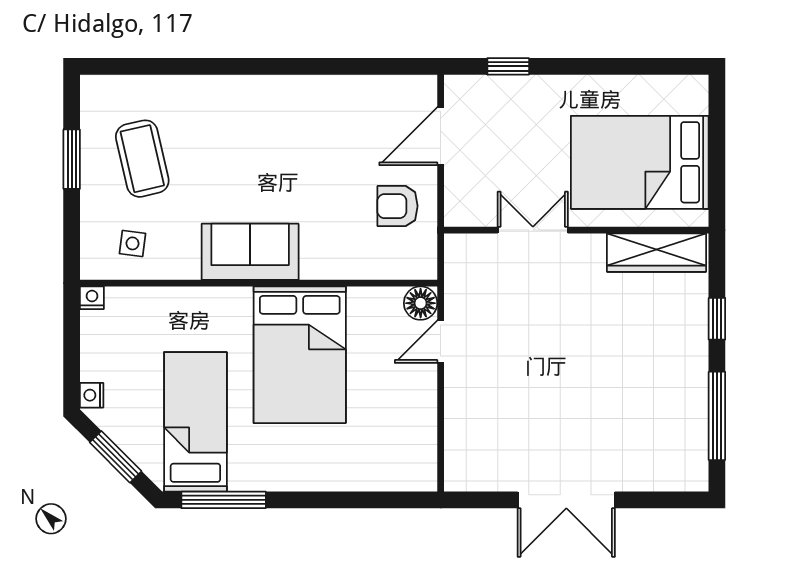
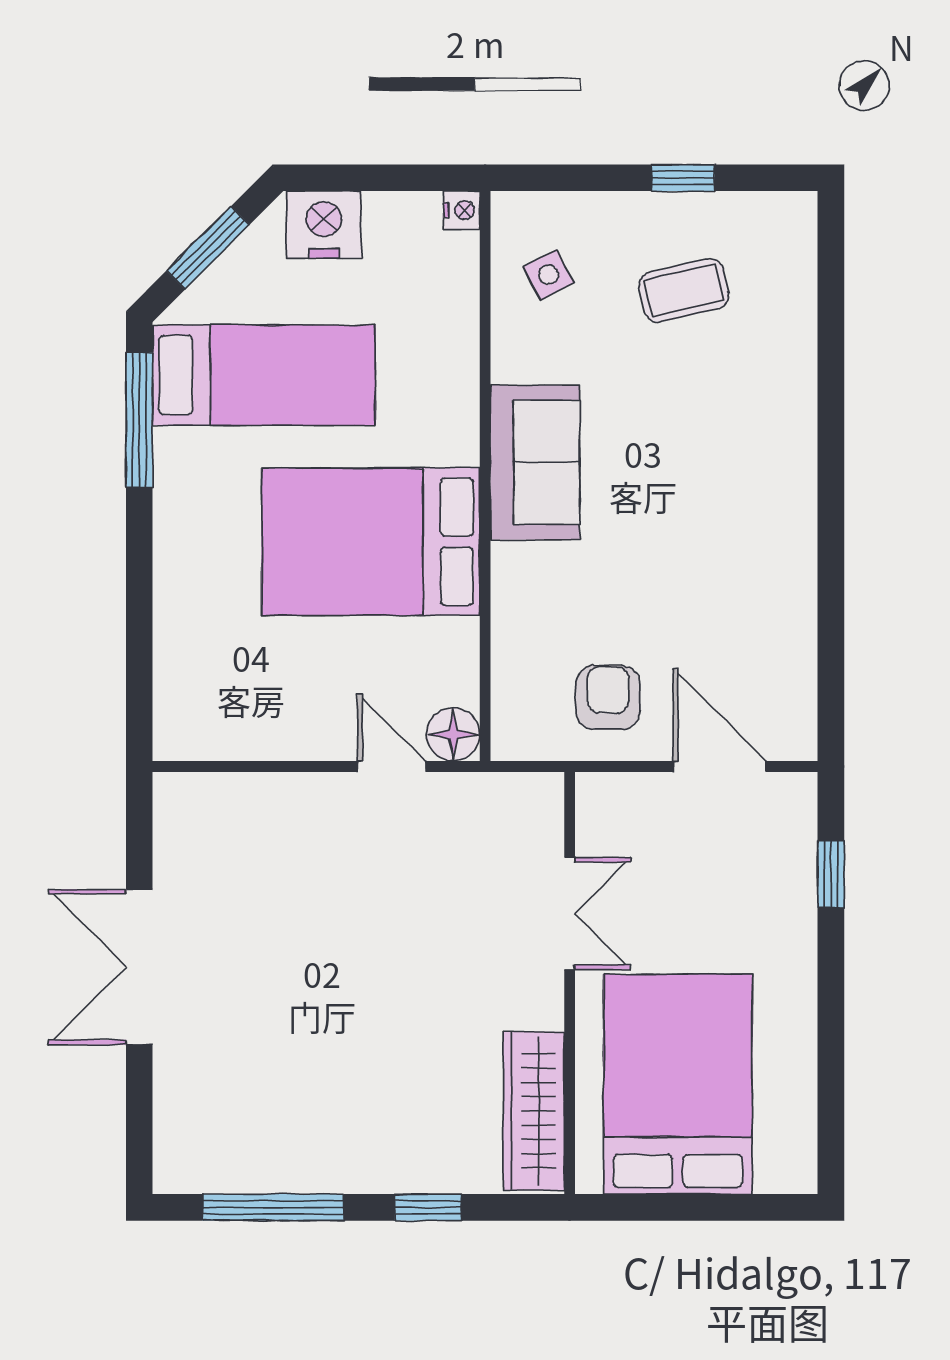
window: (72, 159) -> (683, 178), width x0.67
coffee table: (142, 159) -> (684, 290), width x0.73, depth x0.77
side table: (132, 243) -> (548, 275), turned -35
nightstand: (92, 395) -> (324, 224), width x1.89, depth x1.79

